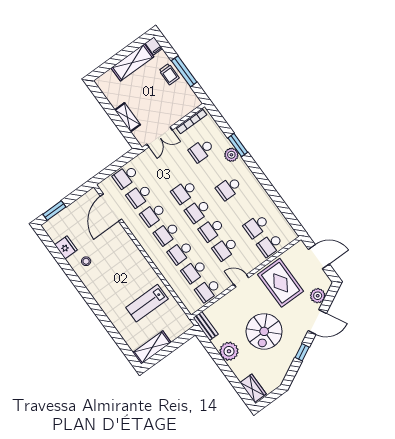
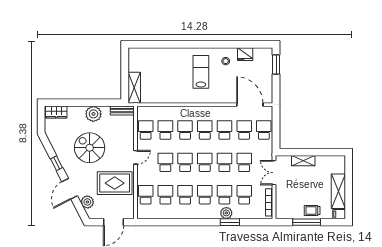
school desk: (215, 169) -> (224, 195), added
school desk: (170, 173) -> (244, 162), added
school desk: (243, 207) -> (185, 195), added
lab bench: (147, 303) -> (201, 72), moved
shelving: (152, 347) -> (134, 88), moved

